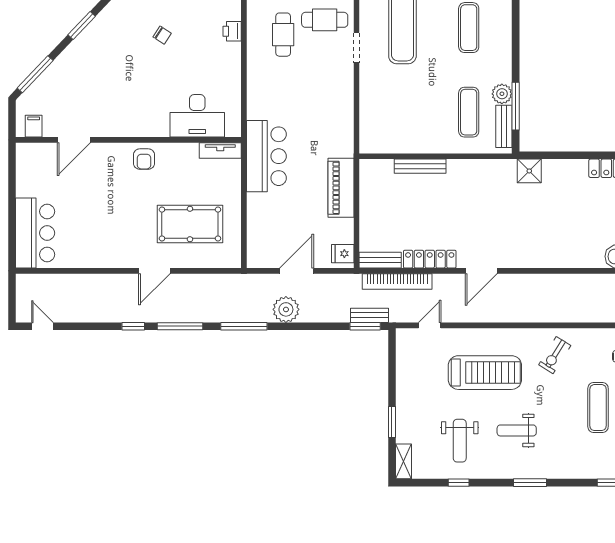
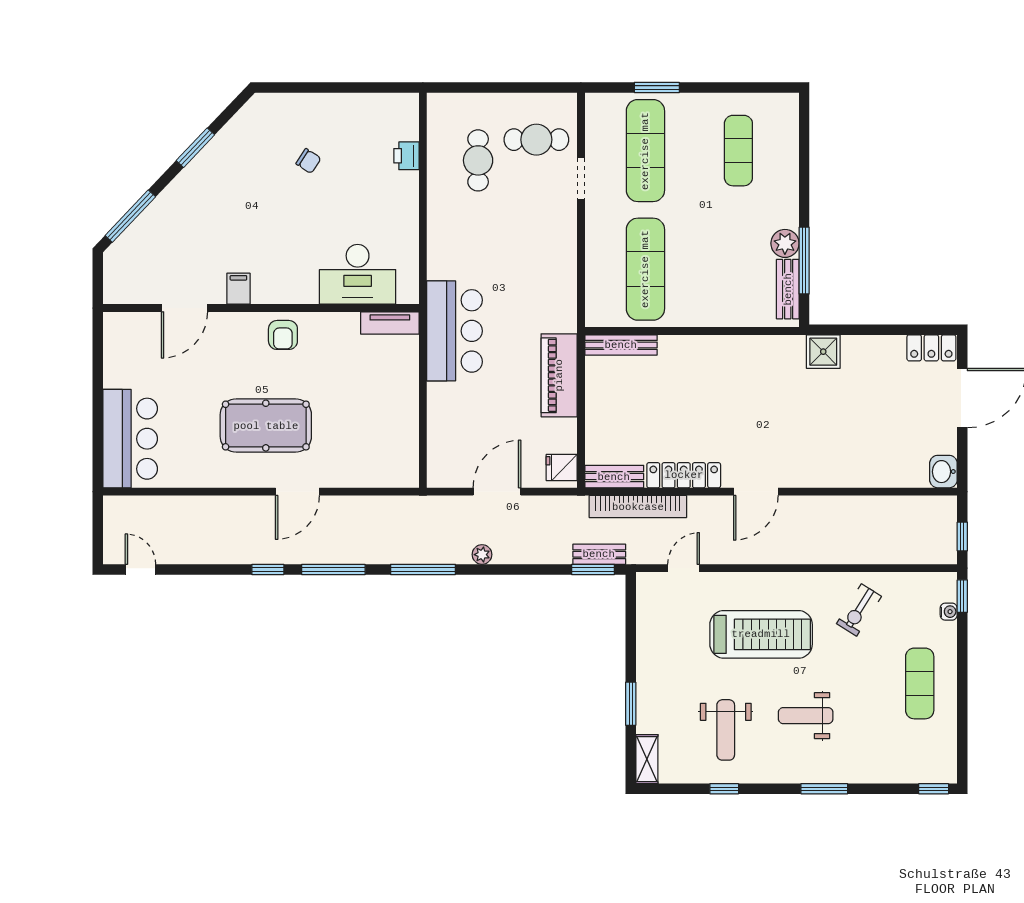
exercise mat: (469, 112) -> (645, 269), moved, width x1.36, depth x1.45
filing cabinet: (34, 126) -> (238, 289), moved
bench: (420, 166) -> (621, 345), moved
pool table: (190, 224) -> (266, 426), moved
plant: (286, 309) -> (482, 555), width x0.53, depth x0.53

